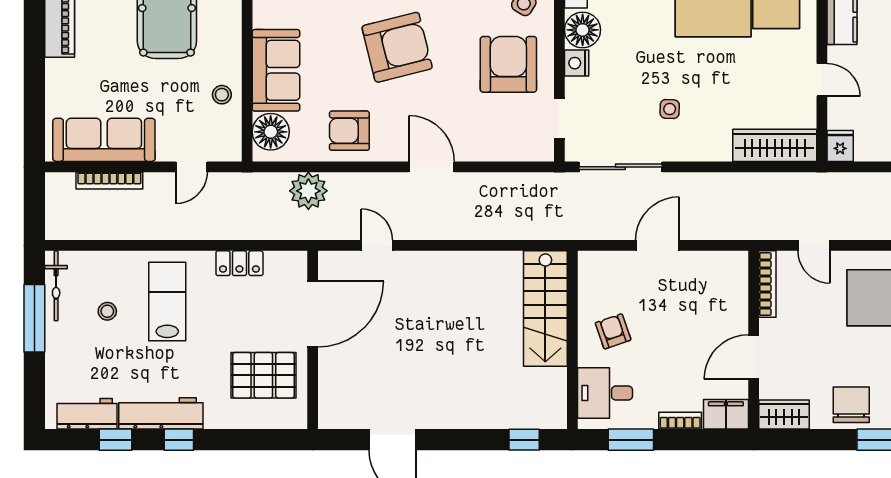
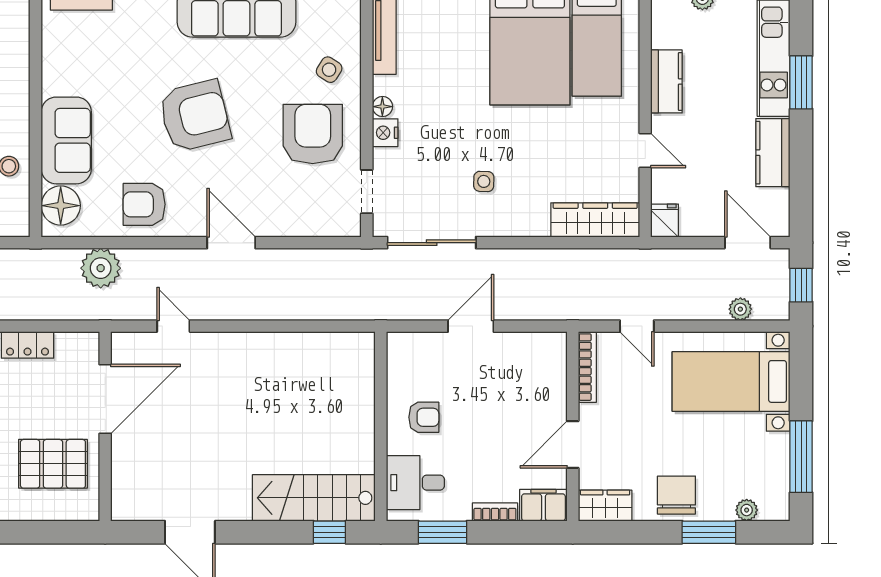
floor lamp: (583, 30) -> (382, 107), width x0.53, depth x0.53
stairs: (545, 309) -> (314, 498), moved, turned 90
armchair: (613, 331) -> (424, 417), turned 109

